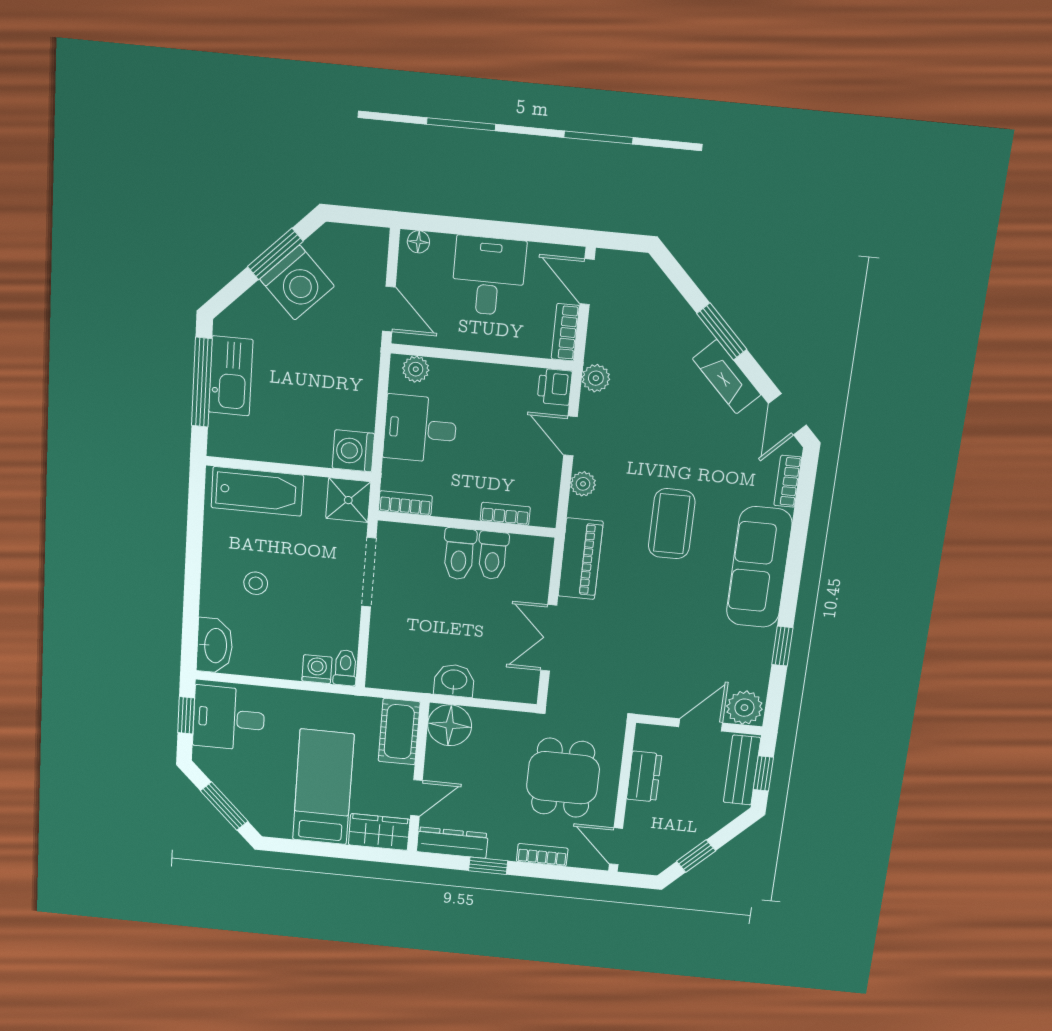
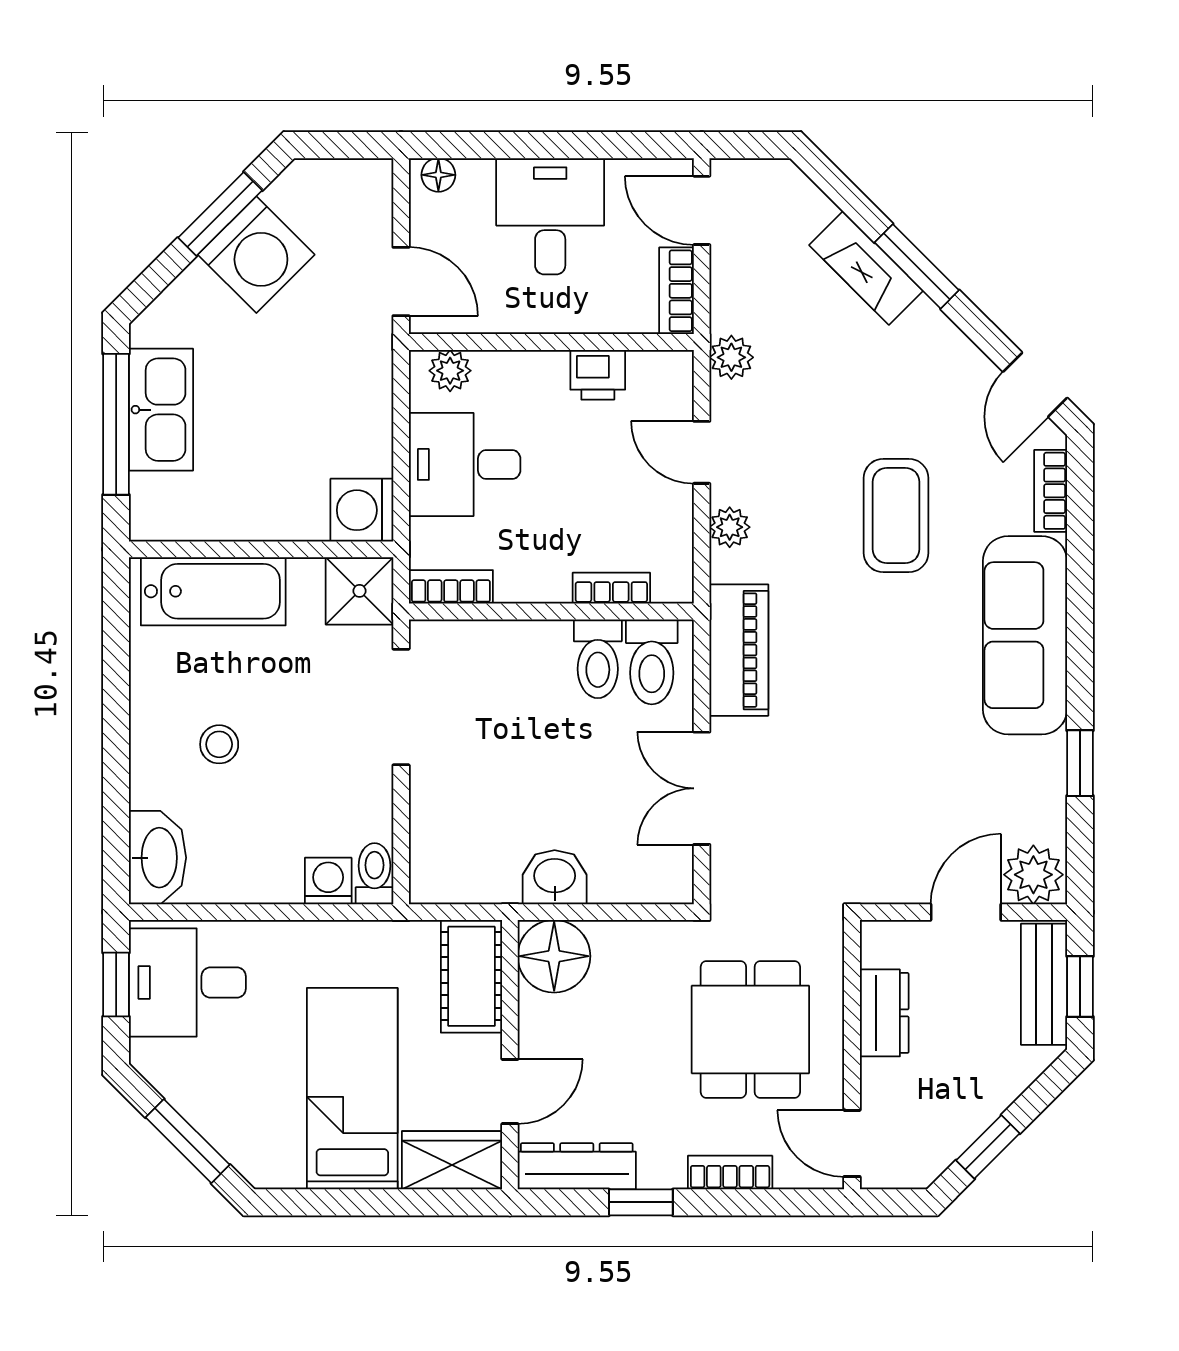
fireplace: (727, 377) -> (866, 268), moved
printer: (555, 387) -> (598, 375), moved, turned -90
coffee table: (672, 524) -> (896, 515), moved
toilet: (459, 554) -> (652, 662), moved

